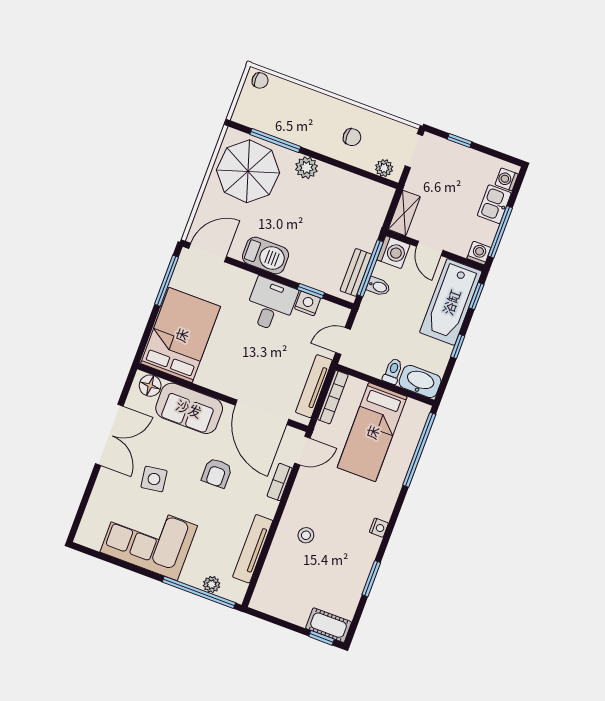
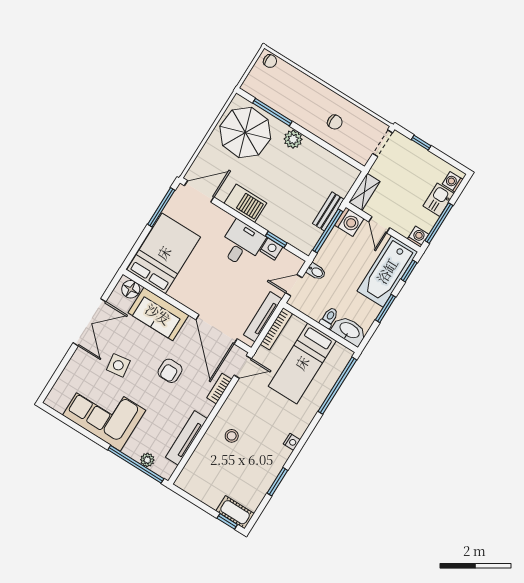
plant: (384, 168) -> (356, 152), removed
bench: (356, 272) -> (328, 211), moved
bidet: (378, 287) -> (316, 272), moved
window: (458, 346) -> (386, 308), width x1.50

